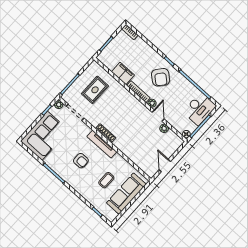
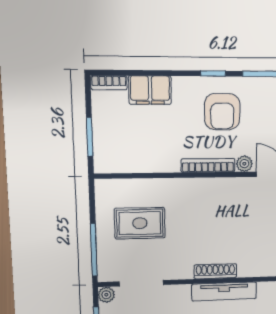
filing cabinet: (123, 73) -> (150, 90), moved, turned 180
armchair: (161, 77) -> (222, 112), turned 50
rug: (95, 90) -> (140, 223), turned 90

